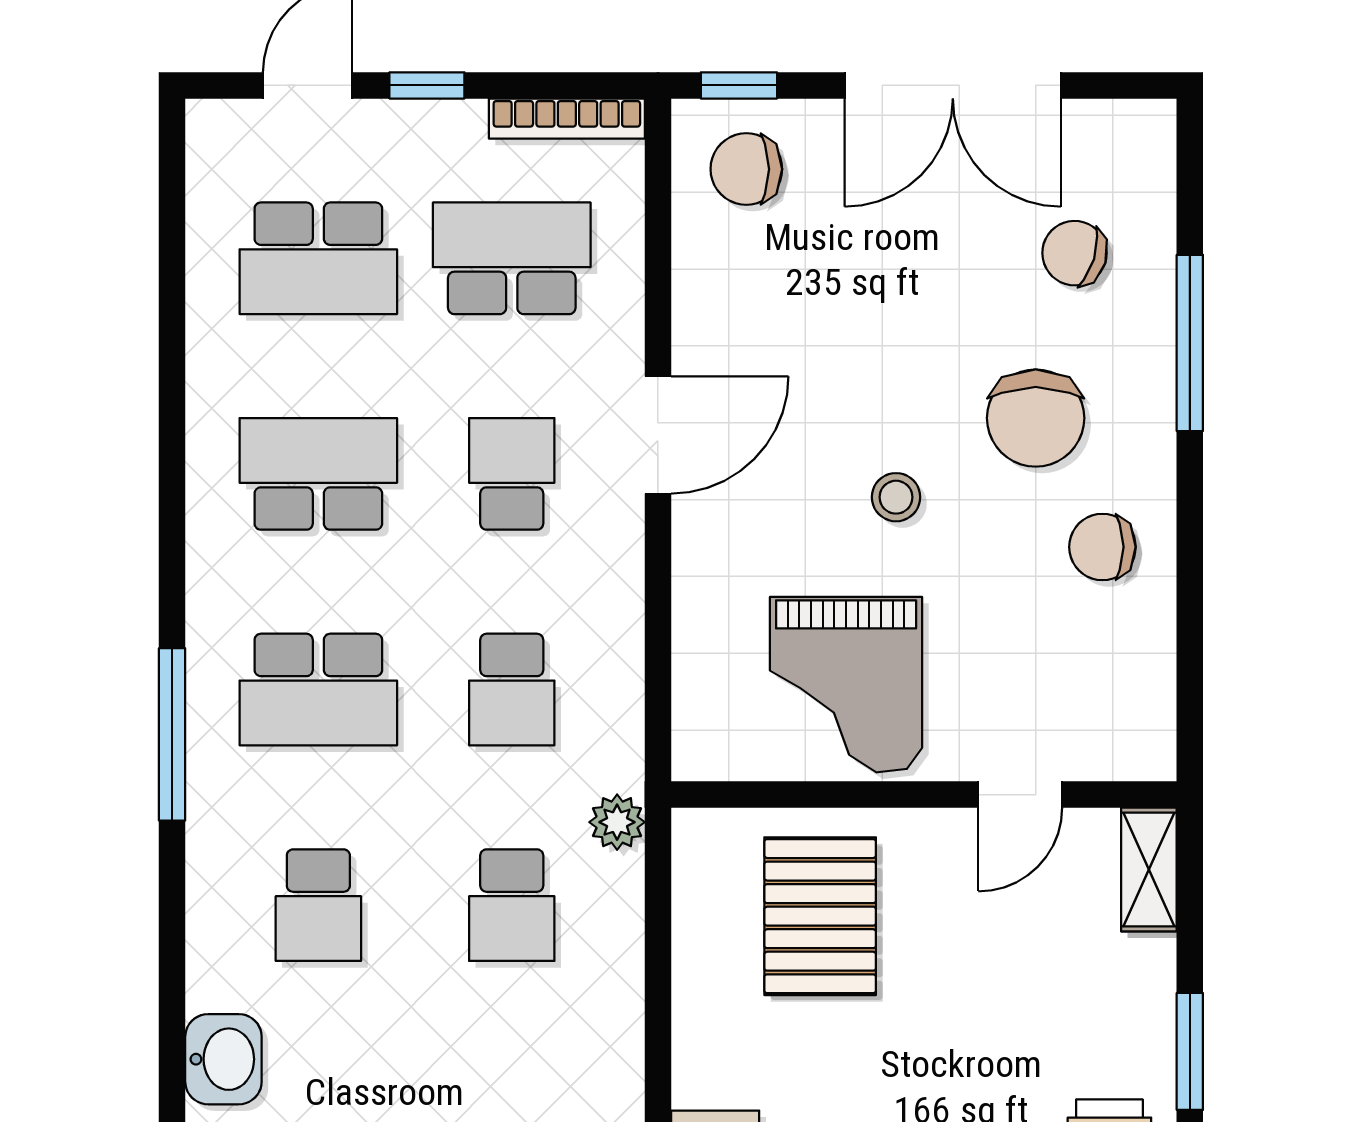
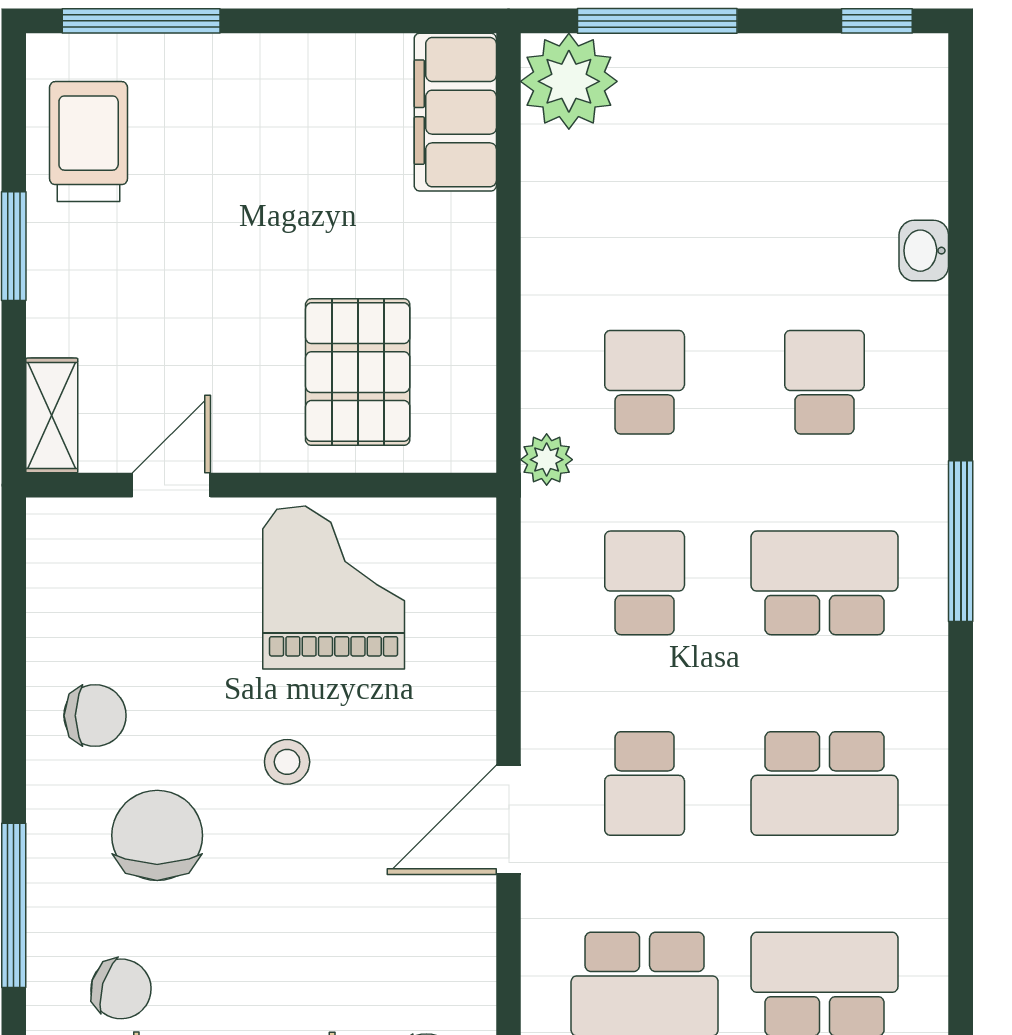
washbasin: (223, 1059) -> (924, 251), width x0.72, depth x0.69

